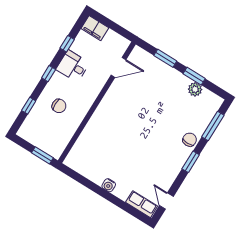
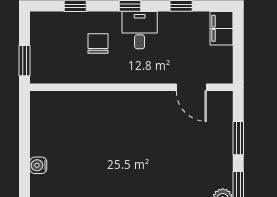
desk: (73, 66) -> (140, 30), moved
chair: (59, 106) -> (98, 43), turned 180

